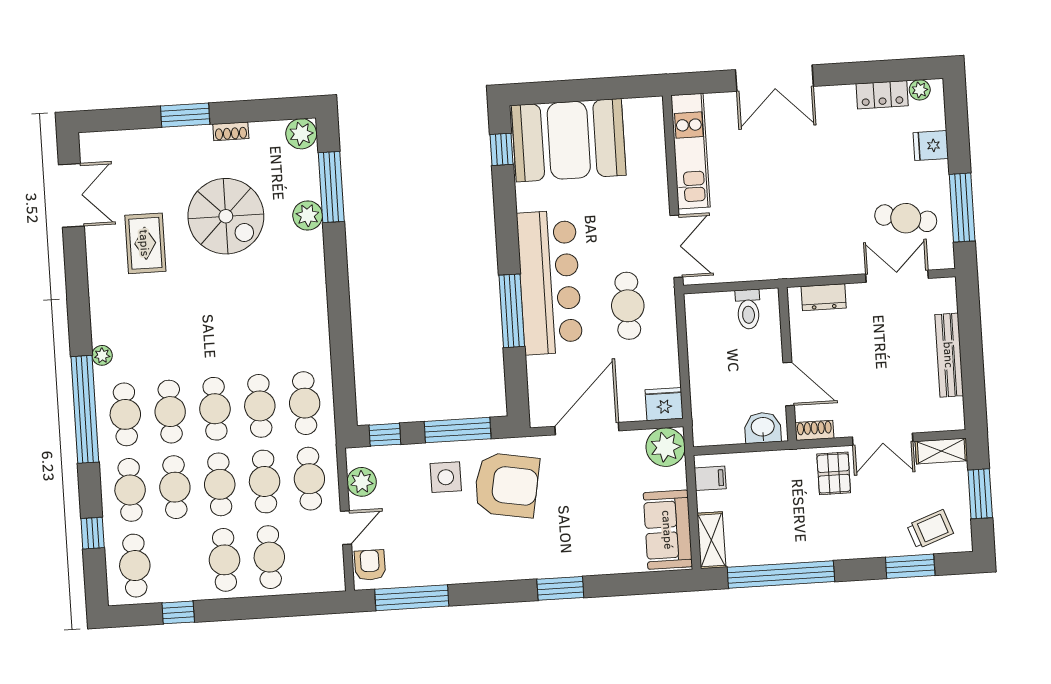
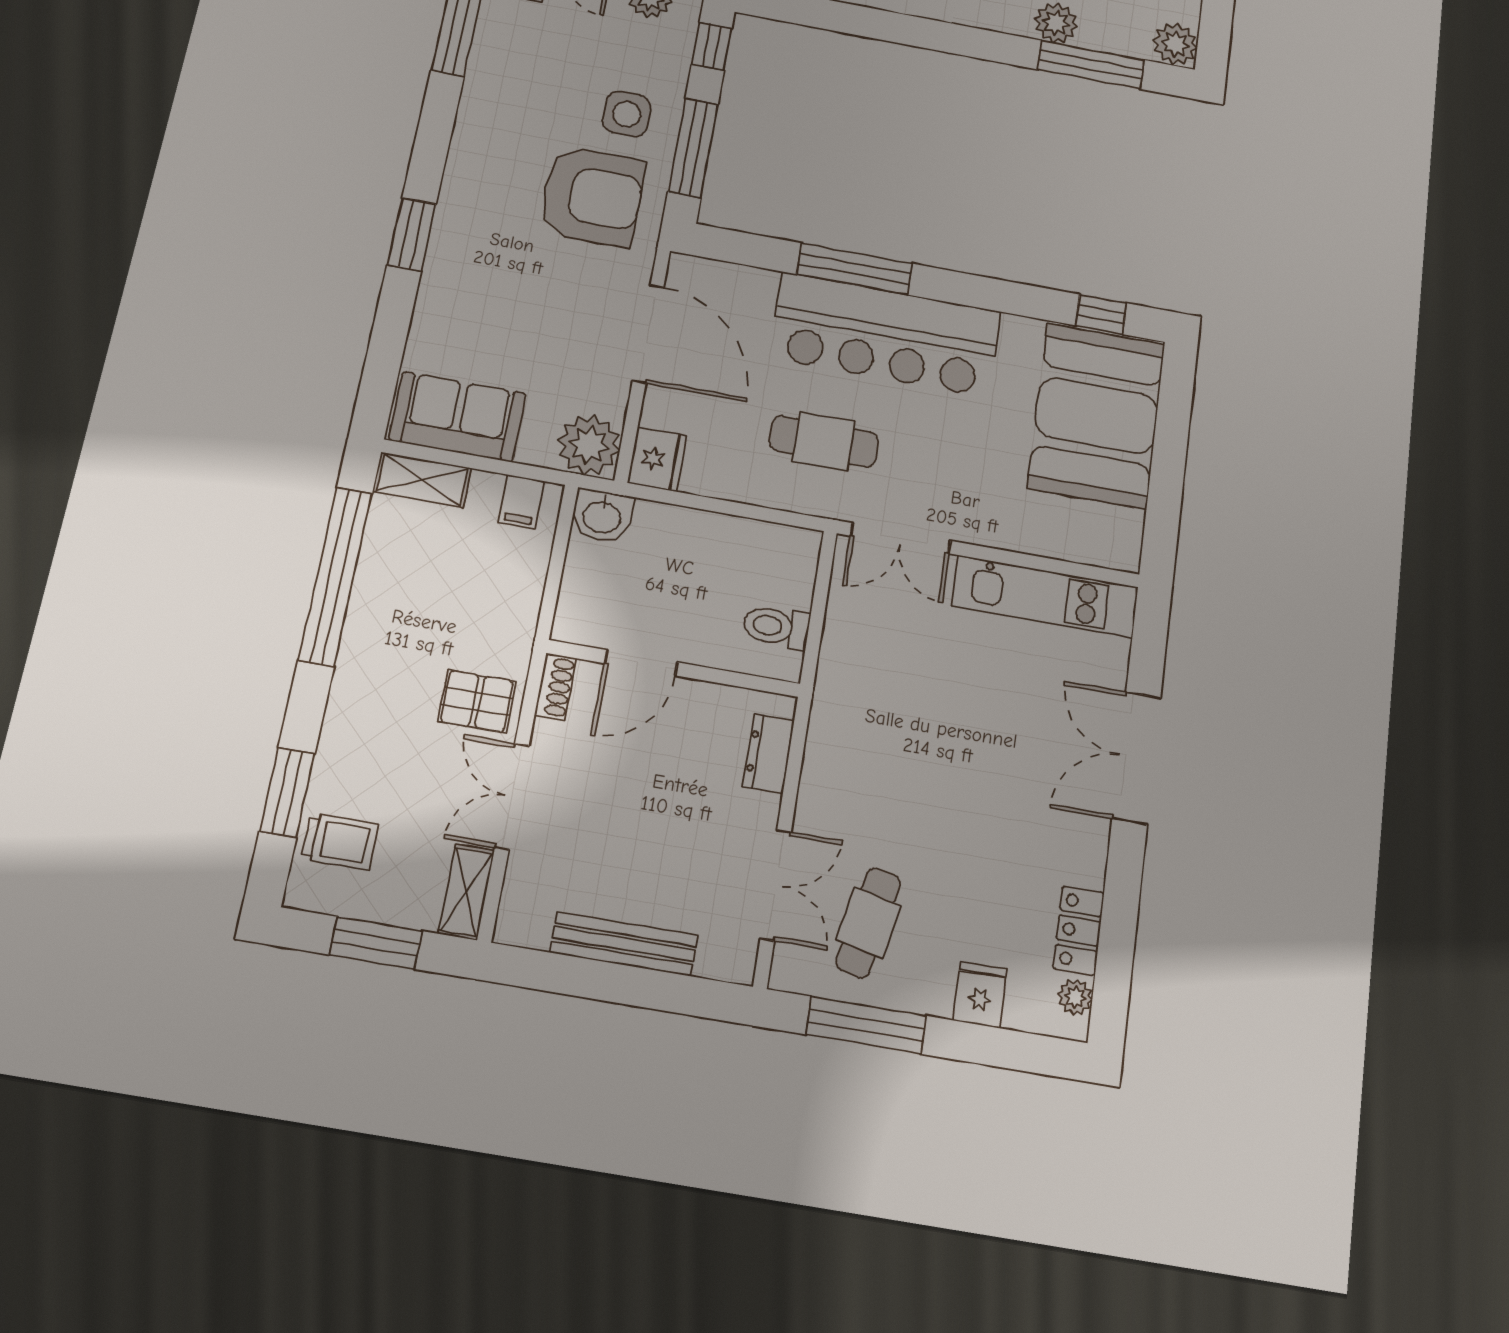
washbasin: (763, 428) -> (602, 516), moved, turned 90
armchair: (507, 485) -> (592, 196), turned -100
trolley: (930, 529) -> (340, 841), turned -70

